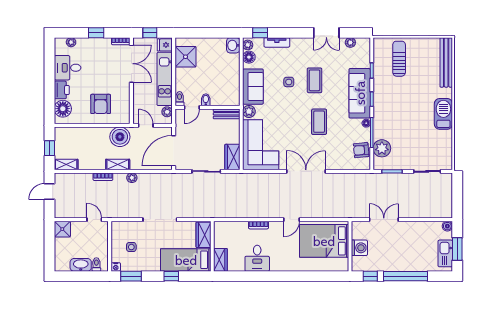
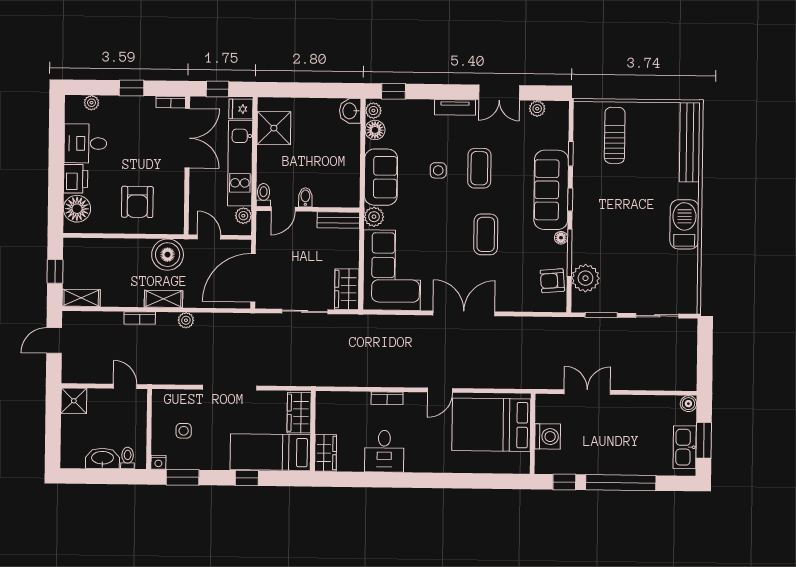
tv unit: (277, 42) -> (455, 107), moved

